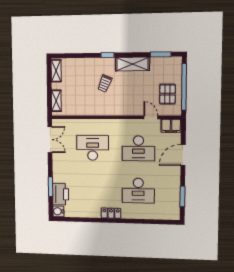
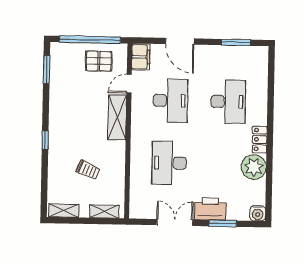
shelving: (133, 64) -> (117, 117), moved
trolley: (105, 83) -> (88, 170), moved
double door: (50, 140) -> (175, 222), moved
printer: (61, 194) -> (210, 209), moved
plant: (91, 209) -> (254, 167), added

